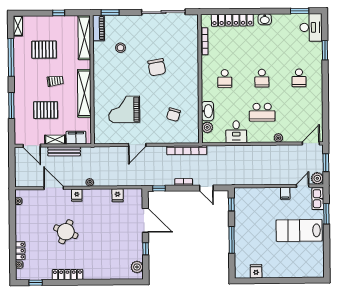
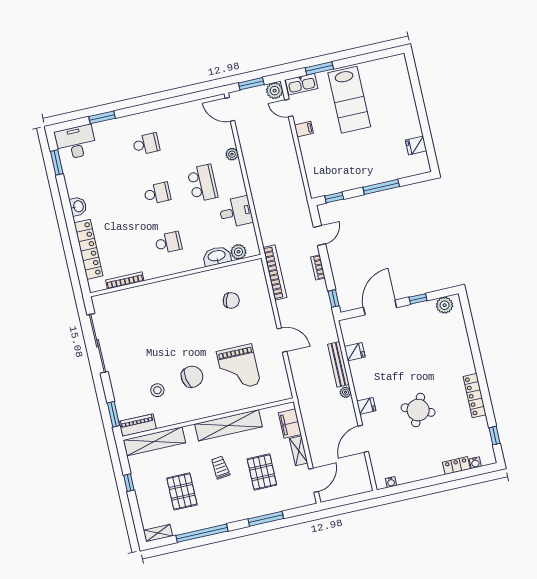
chair: (157, 67) -> (192, 377), moved
bench: (64, 151) -> (338, 364), moved

